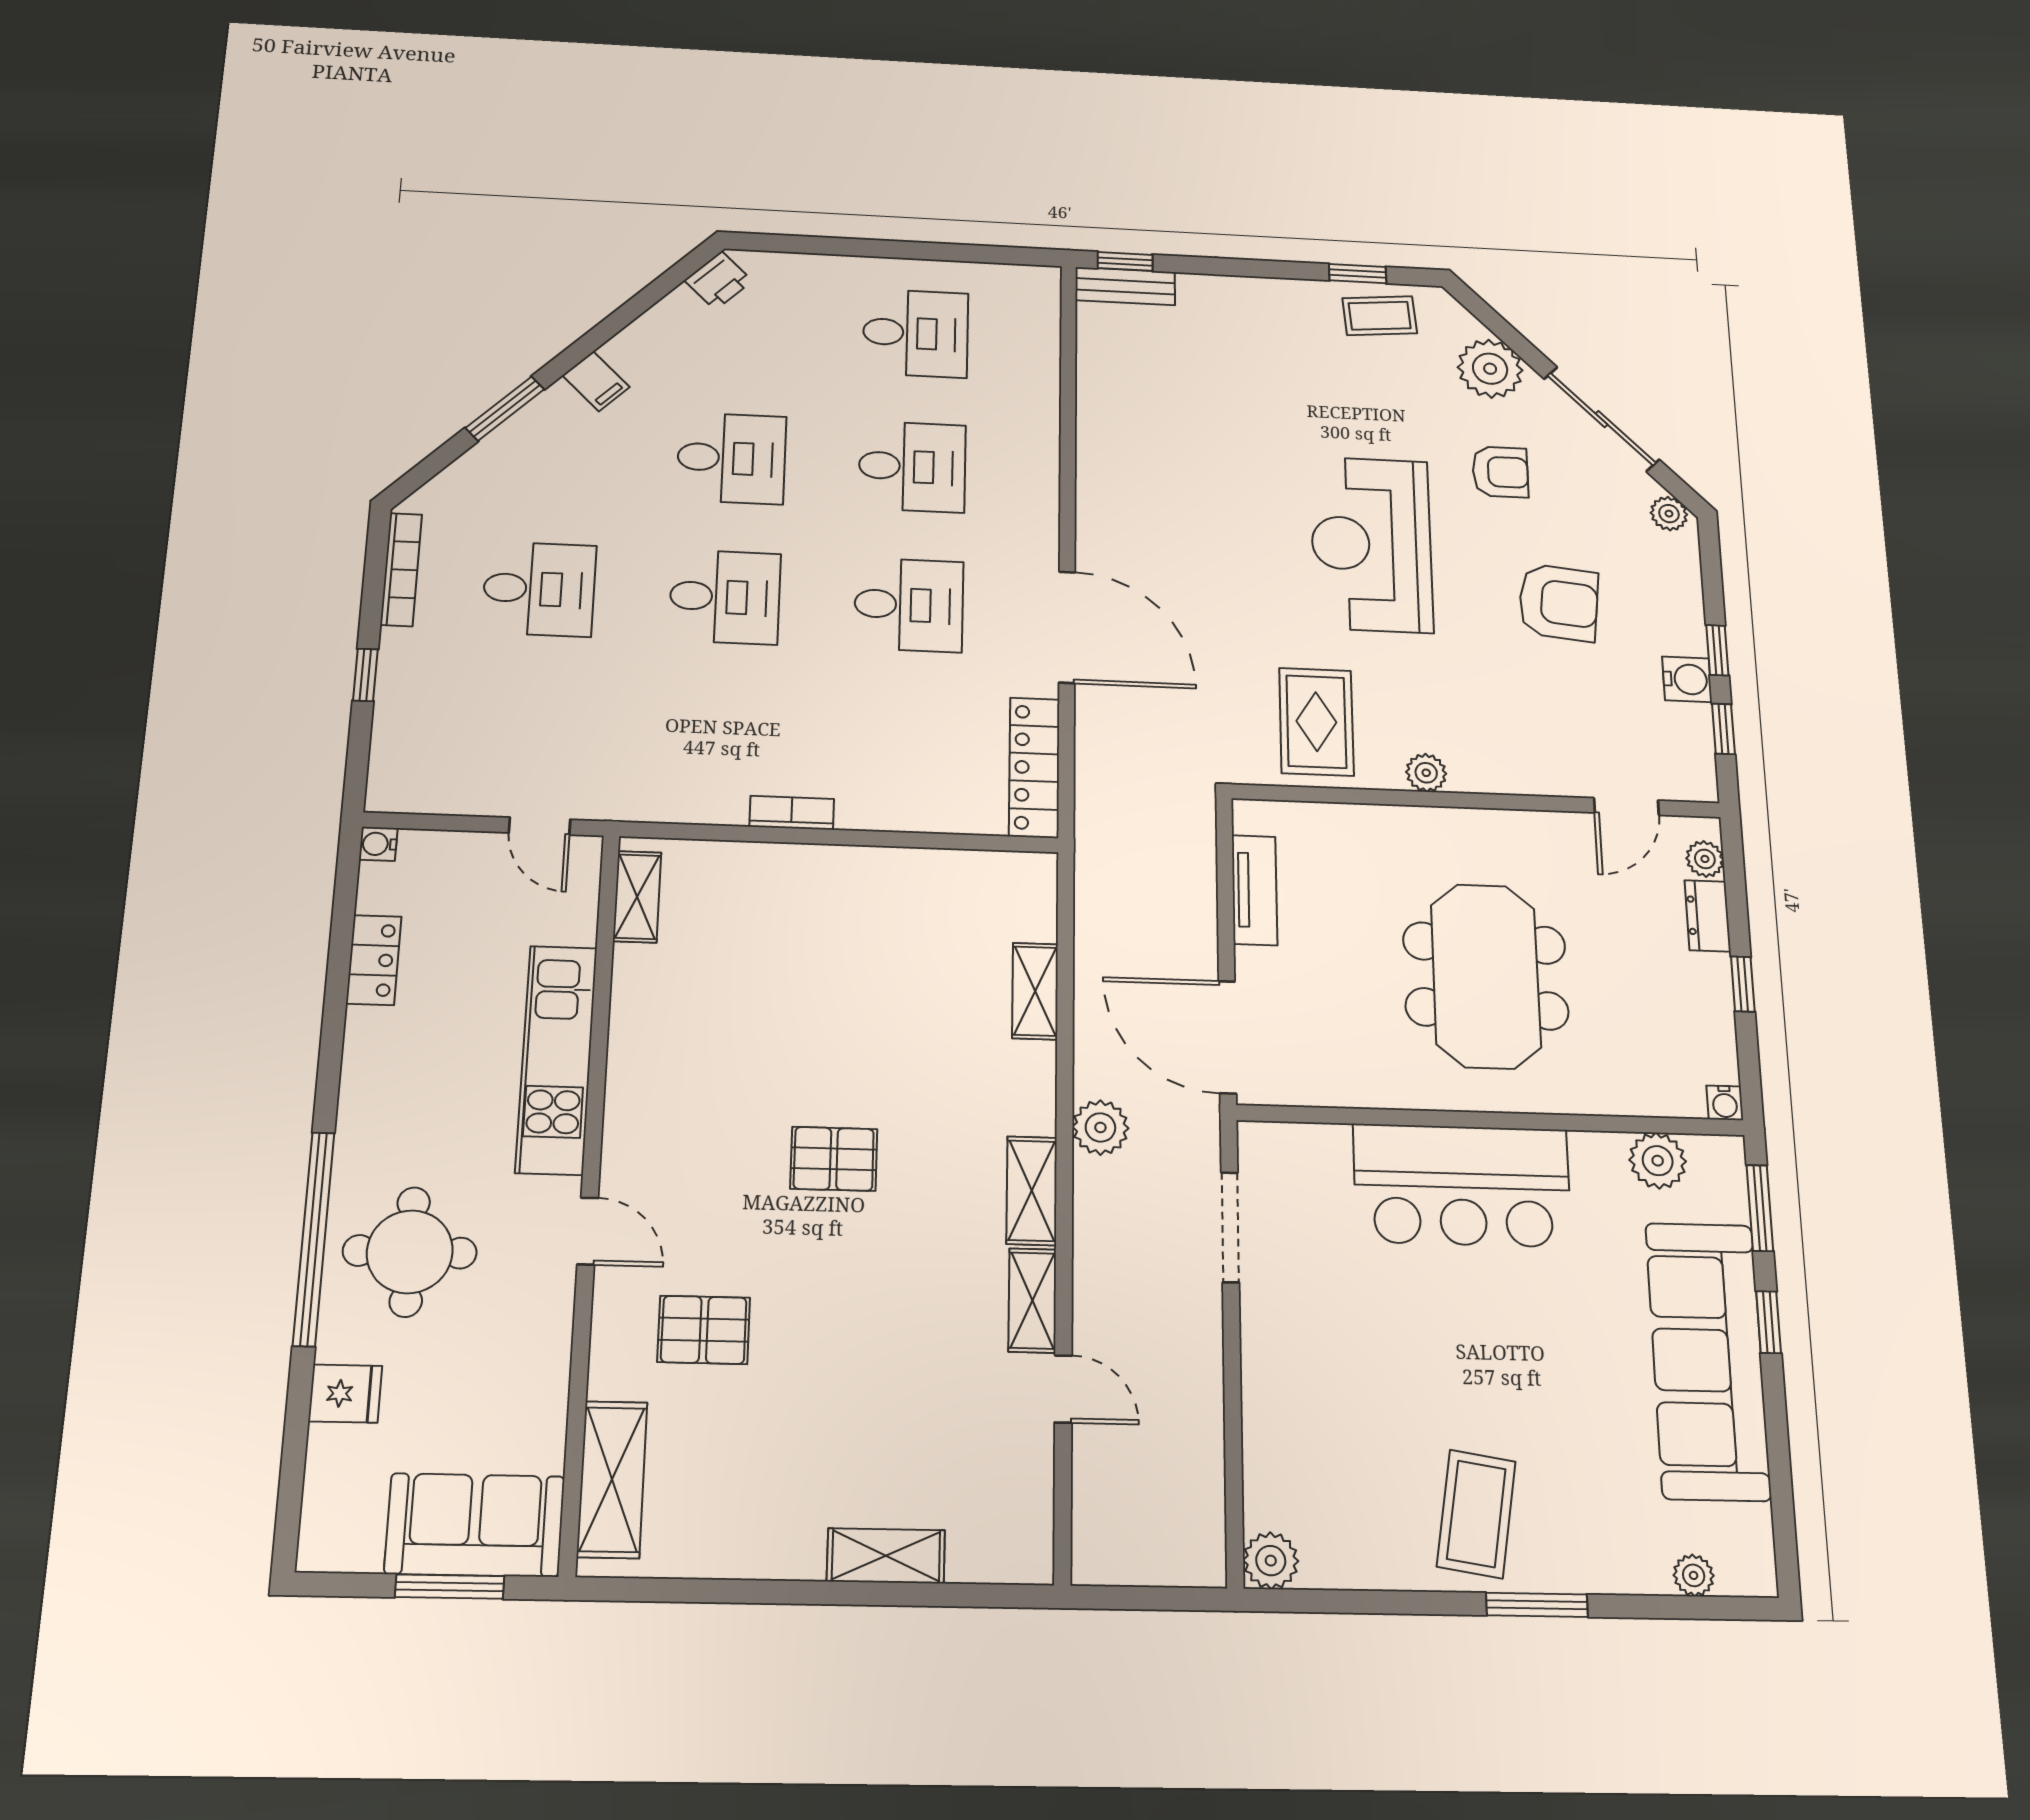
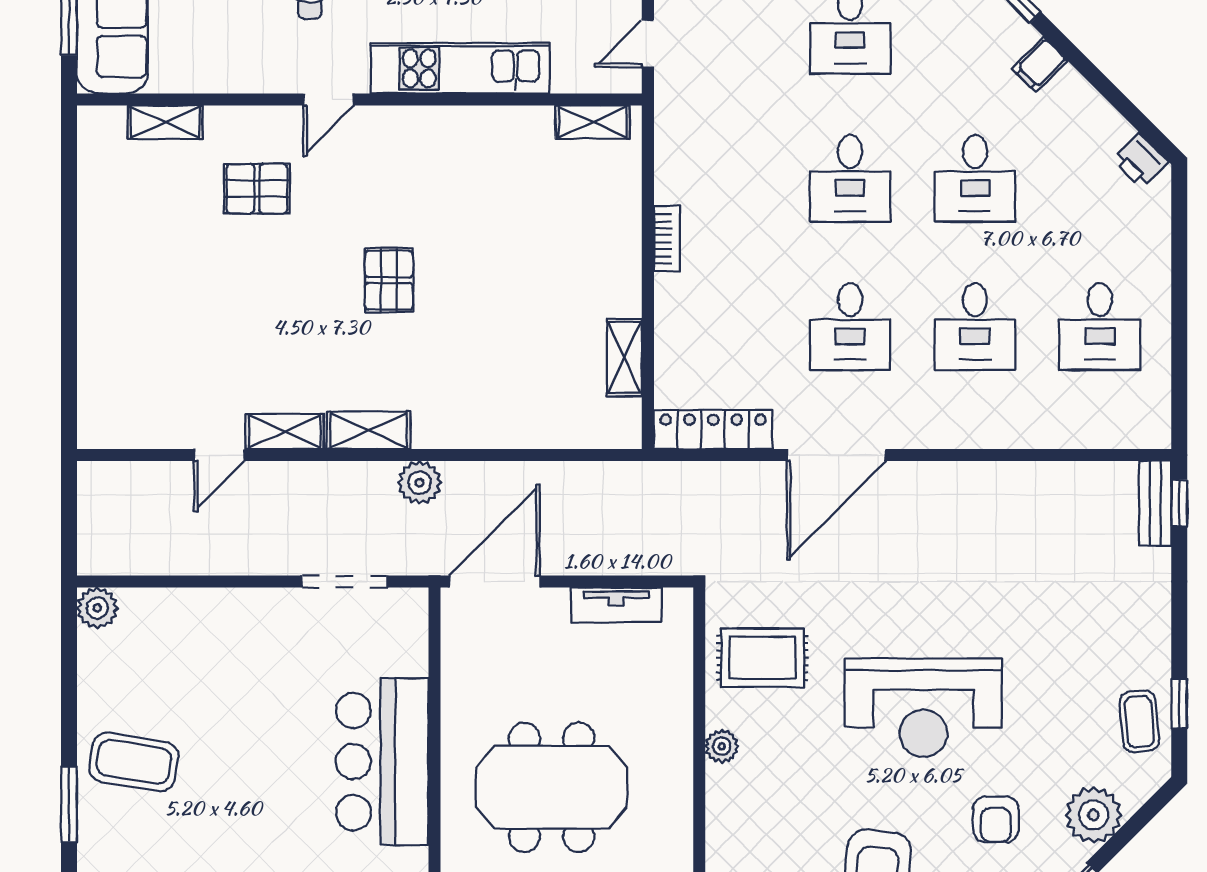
reception desk: (1371, 544) -> (923, 708), turned 180
shelving: (1035, 991) -> (624, 358), moved, turned 90
pallet: (704, 1330) -> (257, 189), turned 90
shelving: (612, 1479) -> (165, 122), width x0.67, depth x0.75
shelving: (886, 1556) -> (96, 327), removed

